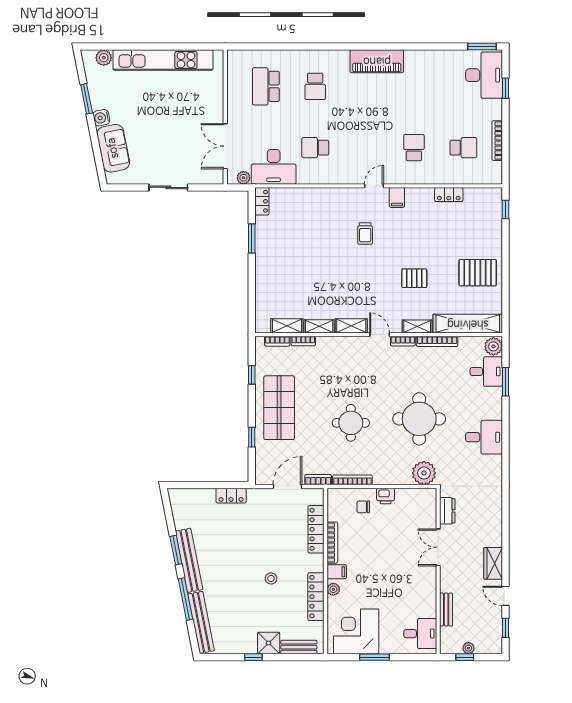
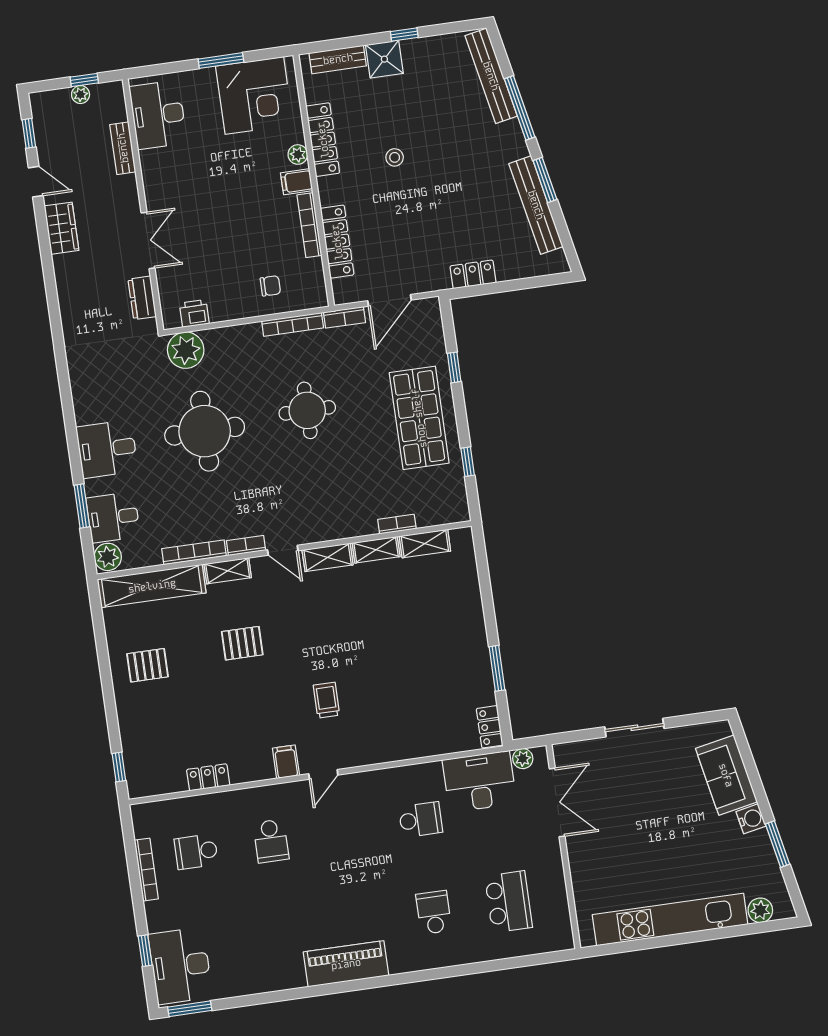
pallet: (478, 273) -> (148, 665), width x0.67, depth x0.71
bookcase: (277, 341) -> (436, 518), removed
desk: (484, 437) -> (107, 449), moved
printer: (386, 496) -> (194, 313), moved
bench: (189, 560) -> (536, 205), moved
desk: (420, 634) -> (158, 115), width x1.37

